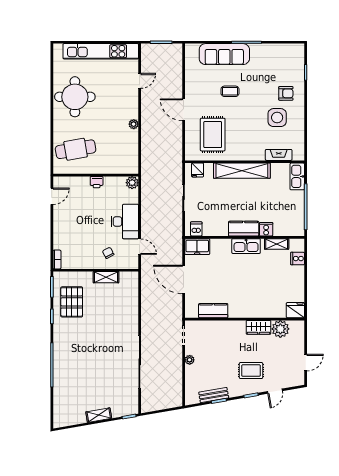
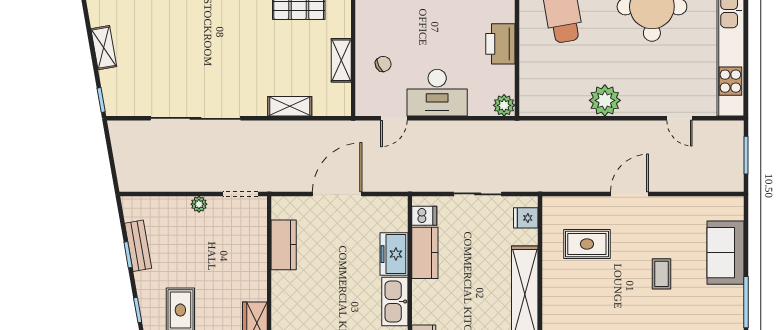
sofa: (224, 54) -> (726, 253), width x0.73
plant: (134, 124) -> (605, 100), width x1.88, depth x1.88
rug: (213, 135) -> (587, 244), width x0.73, depth x0.70
printer: (97, 182) -> (500, 44), width x1.87, depth x1.48
kitchen counter: (244, 229) -> (425, 253), moved
freezer: (197, 247) -> (394, 254), moved
shelving: (133, 307) -> (290, 106), added

